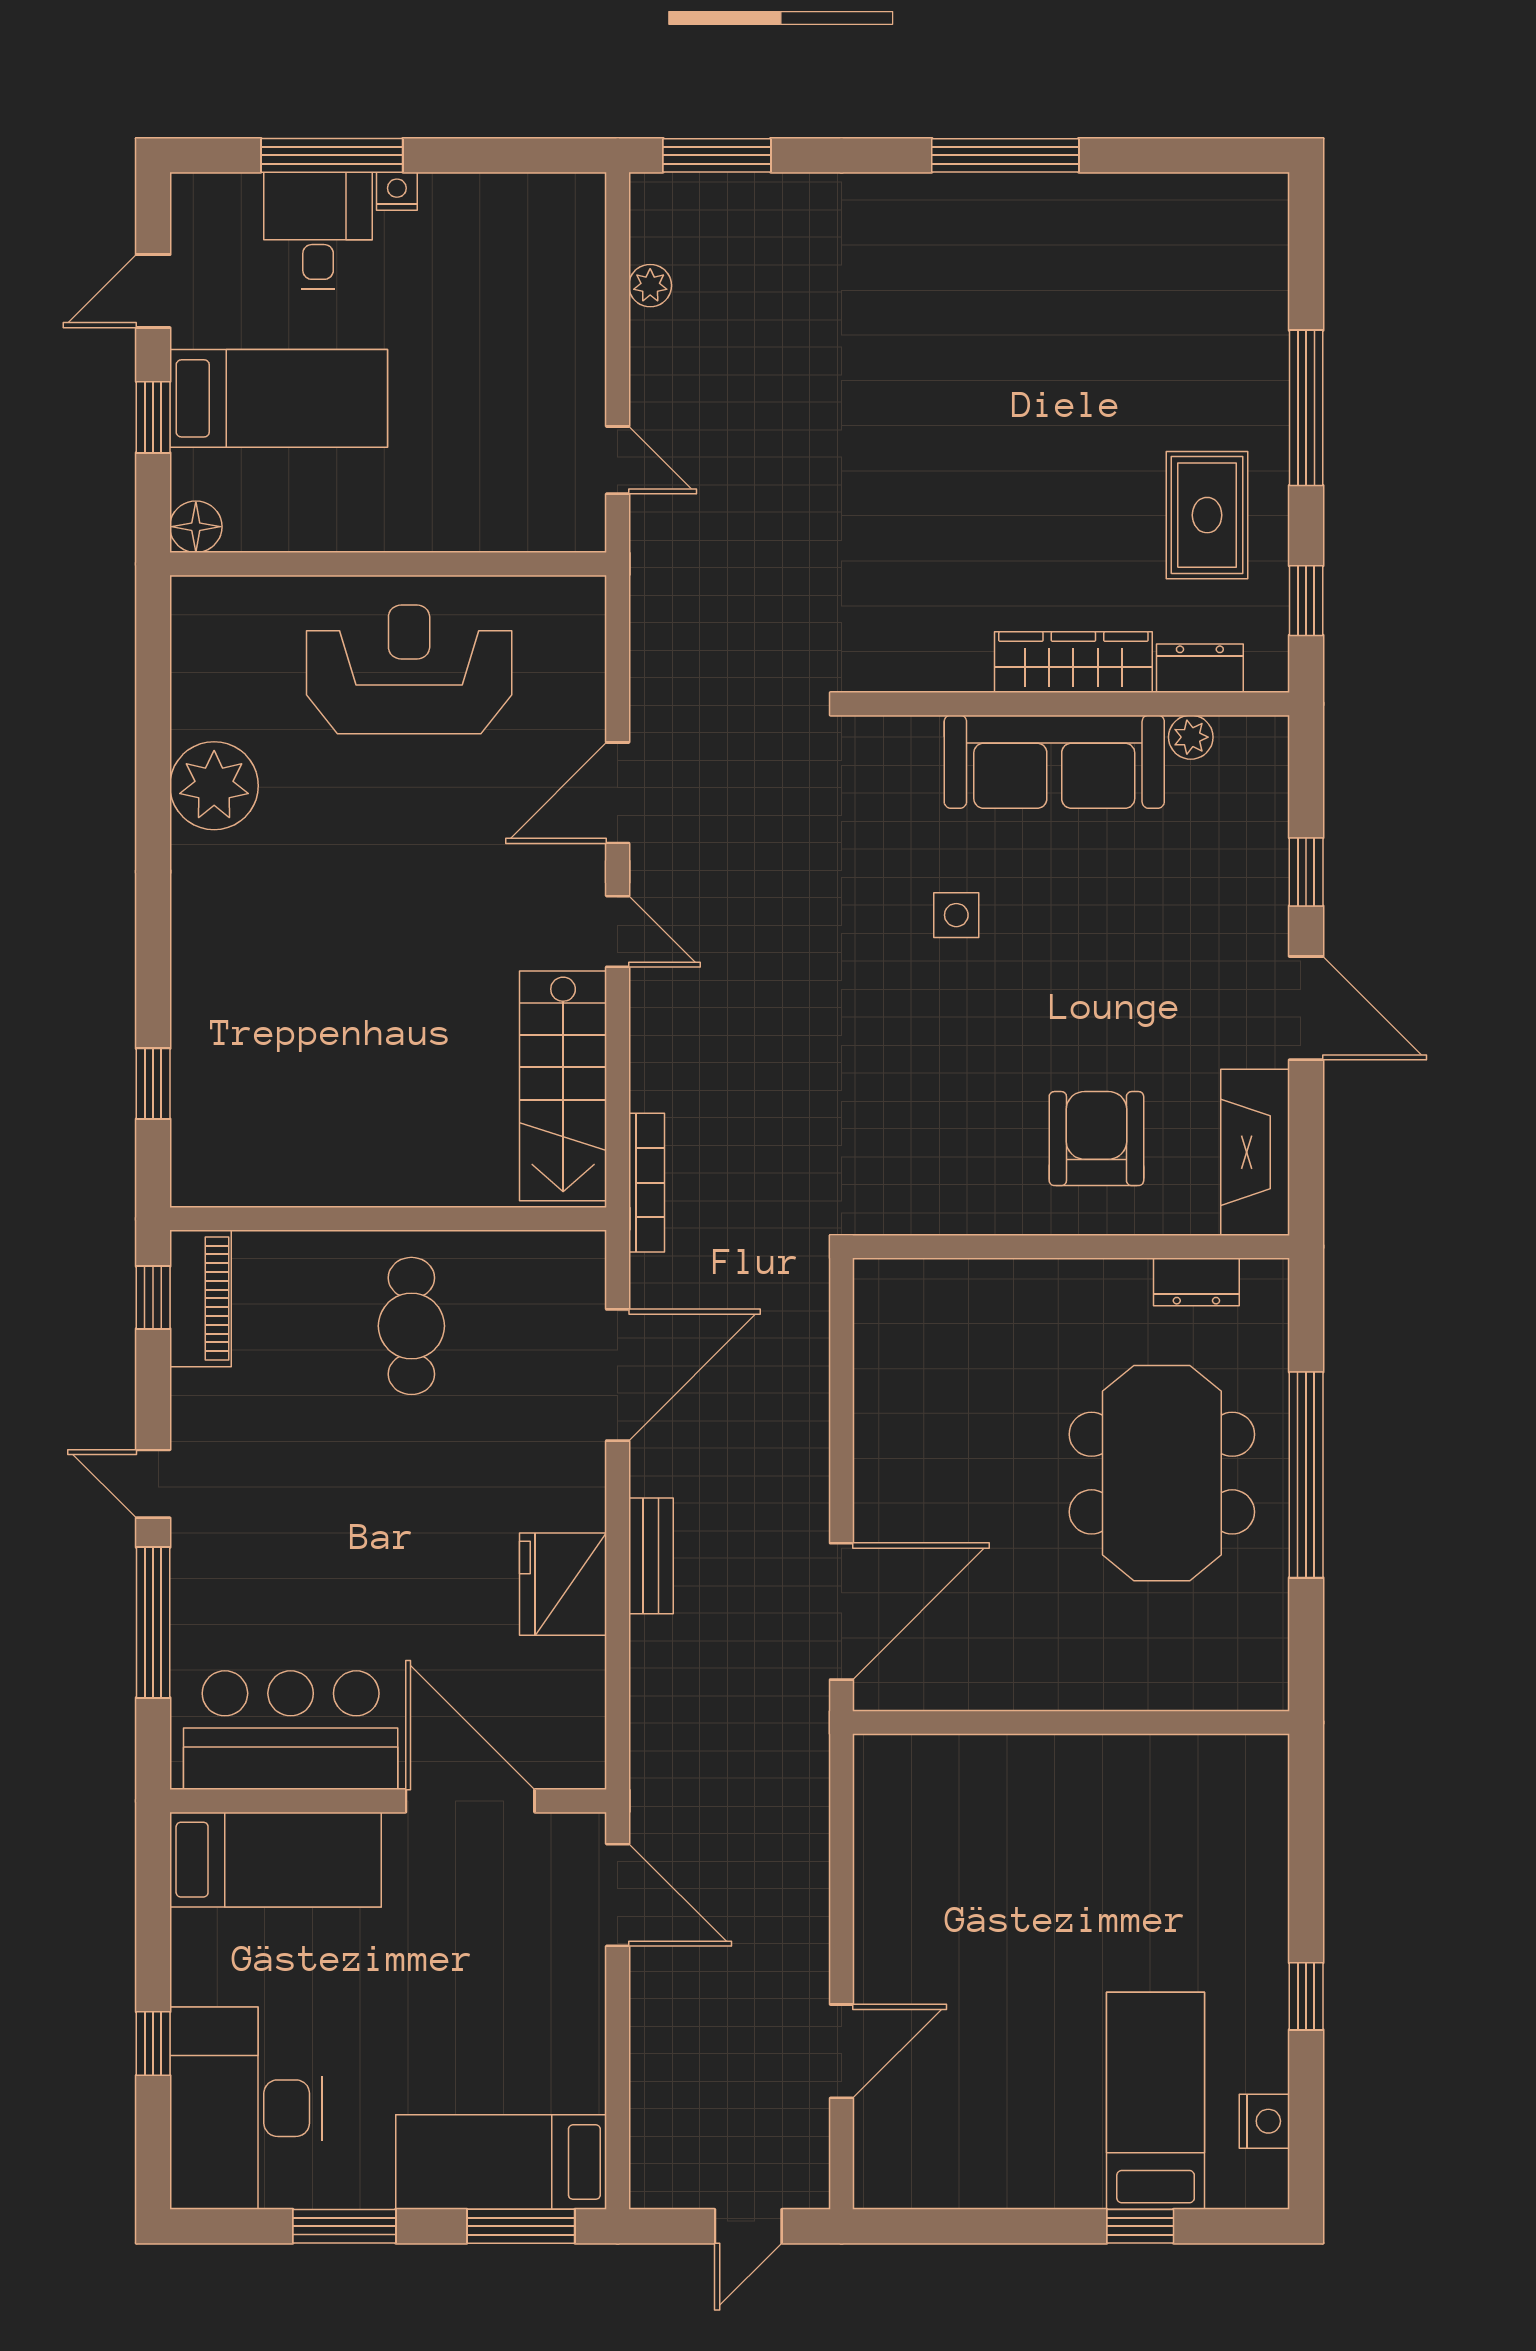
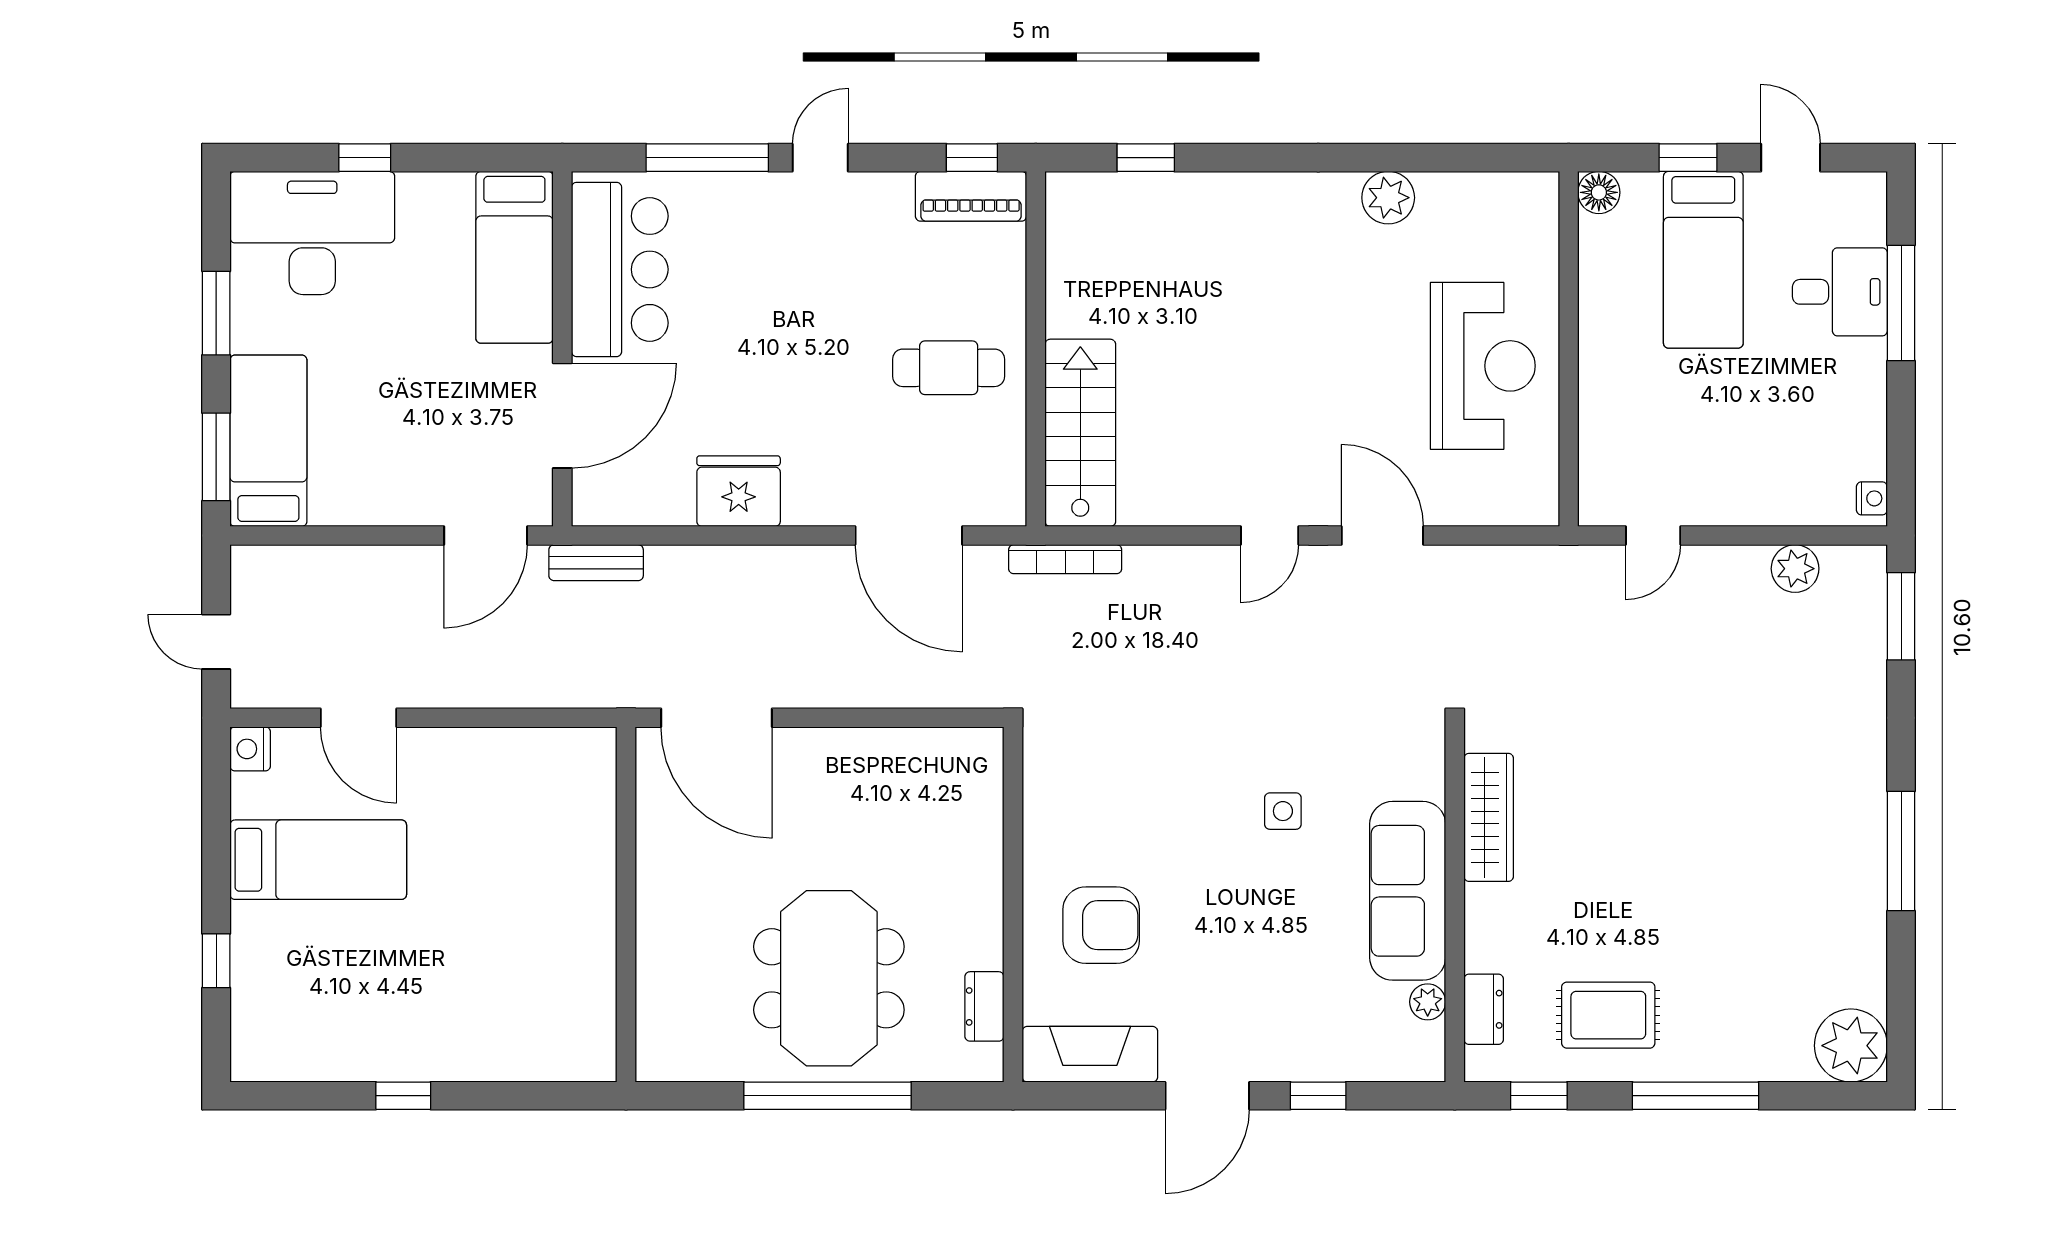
nightstand: (397, 191) -> (1872, 498), moved
plant: (1244, 217) -> (1851, 1046), added
plant: (650, 286) -> (1795, 569), width x1.38, depth x1.38
wardrobe: (1073, 662) -> (1489, 817), moved
plant: (214, 786) -> (1388, 198), width x0.73, depth x0.73
stairs: (563, 1086) -> (1080, 433), moved, turned 90
meeting table: (1162, 1473) -> (829, 978), turned 90
bench: (651, 1556) -> (596, 563), moved
bed: (1156, 2101) -> (318, 860), moved
nightstand: (1264, 2121) -> (250, 749), moved, turned 90

